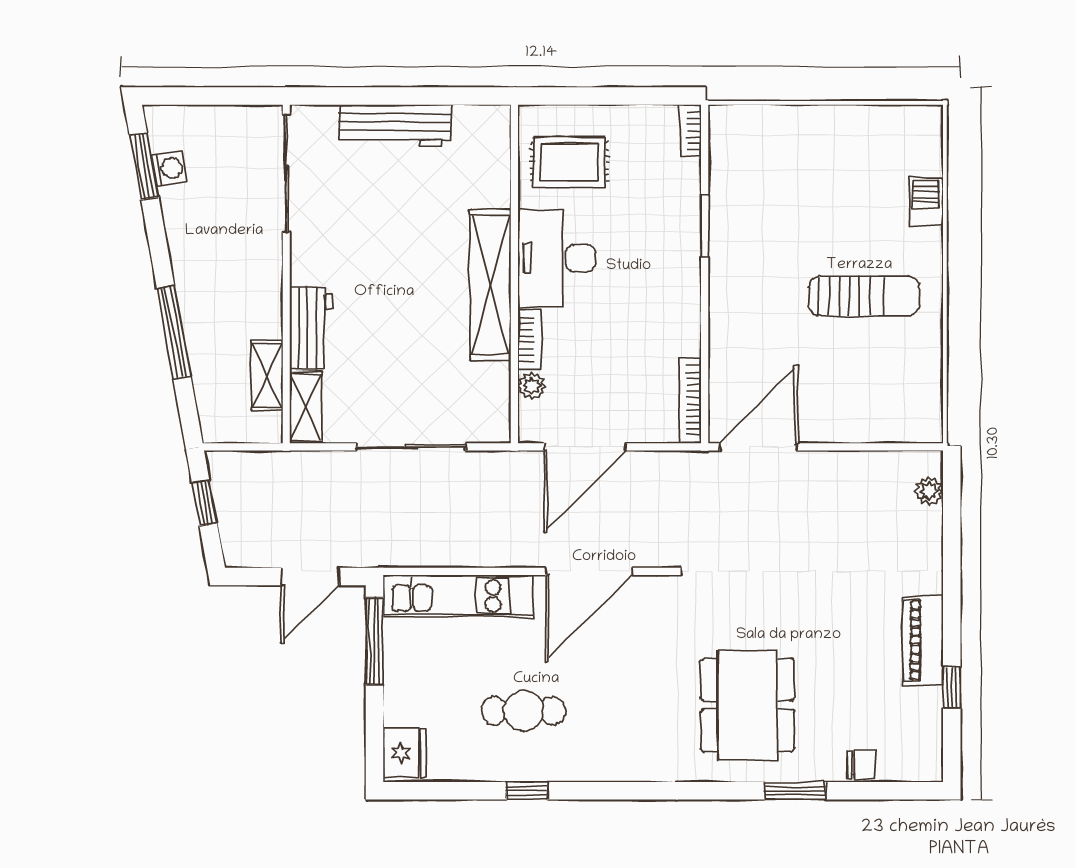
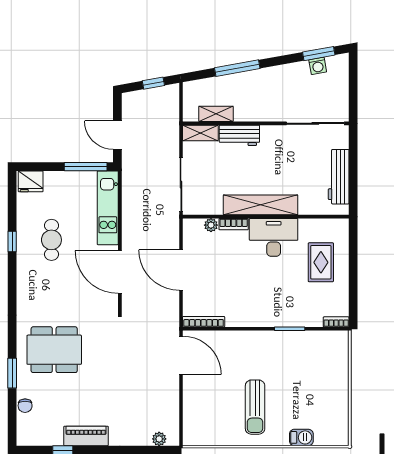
desk: (557, 258) -> (274, 237), moved
wall: (514, 274) -> (266, 217), moved
shelving: (490, 285) -> (261, 205), moved
bookcase: (530, 340) -> (234, 224), moved
plant: (532, 386) -> (211, 225), moved

